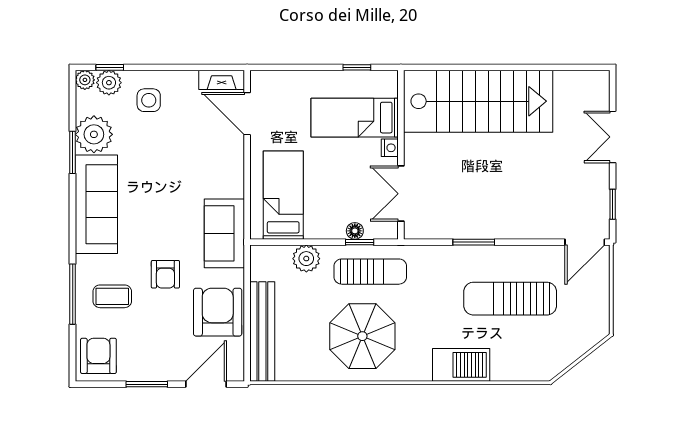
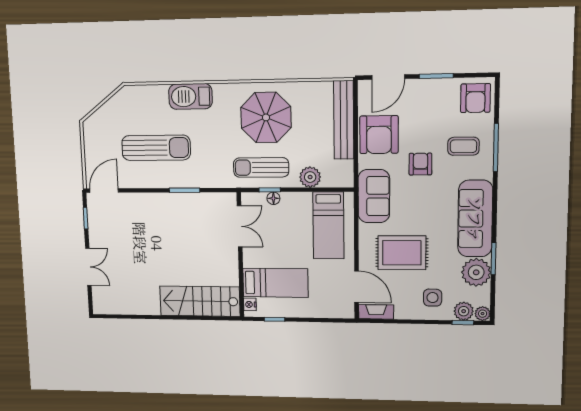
stairs: (478, 101) -> (200, 301), width x0.73, depth x0.66
nightstand: (390, 148) -> (250, 304), moved
rug: (188, 159) -> (402, 253), added

